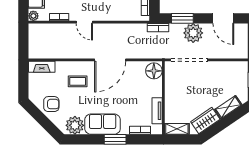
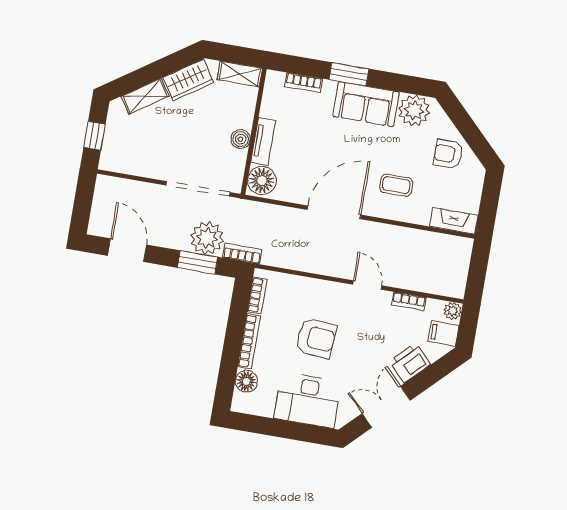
plant: (193, 33) -> (207, 238), moved
boiler: (170, 92) -> (241, 139), added
tv unit: (157, 111) -> (263, 141), moved

